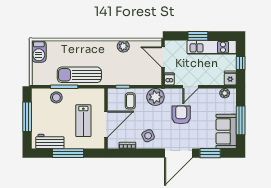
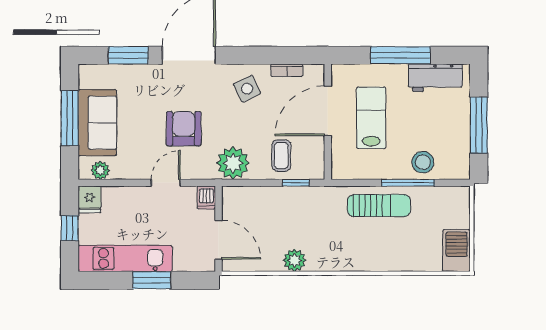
sun lounger: (79, 75) -> (379, 206), width x0.73, depth x0.75
armchair: (181, 115) -> (184, 129), turned 180
sofa: (226, 131) -> (97, 123), moved

